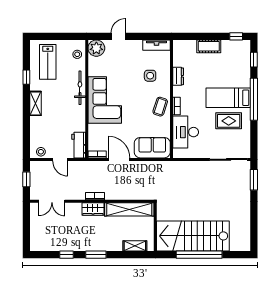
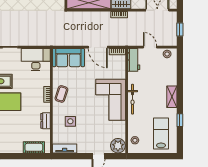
cot: (209, 46) -> (34, 147), moved
bicycle: (80, 88) -> (133, 99), moved
desk: (186, 132) -> (36, 60), moved, turned -90

